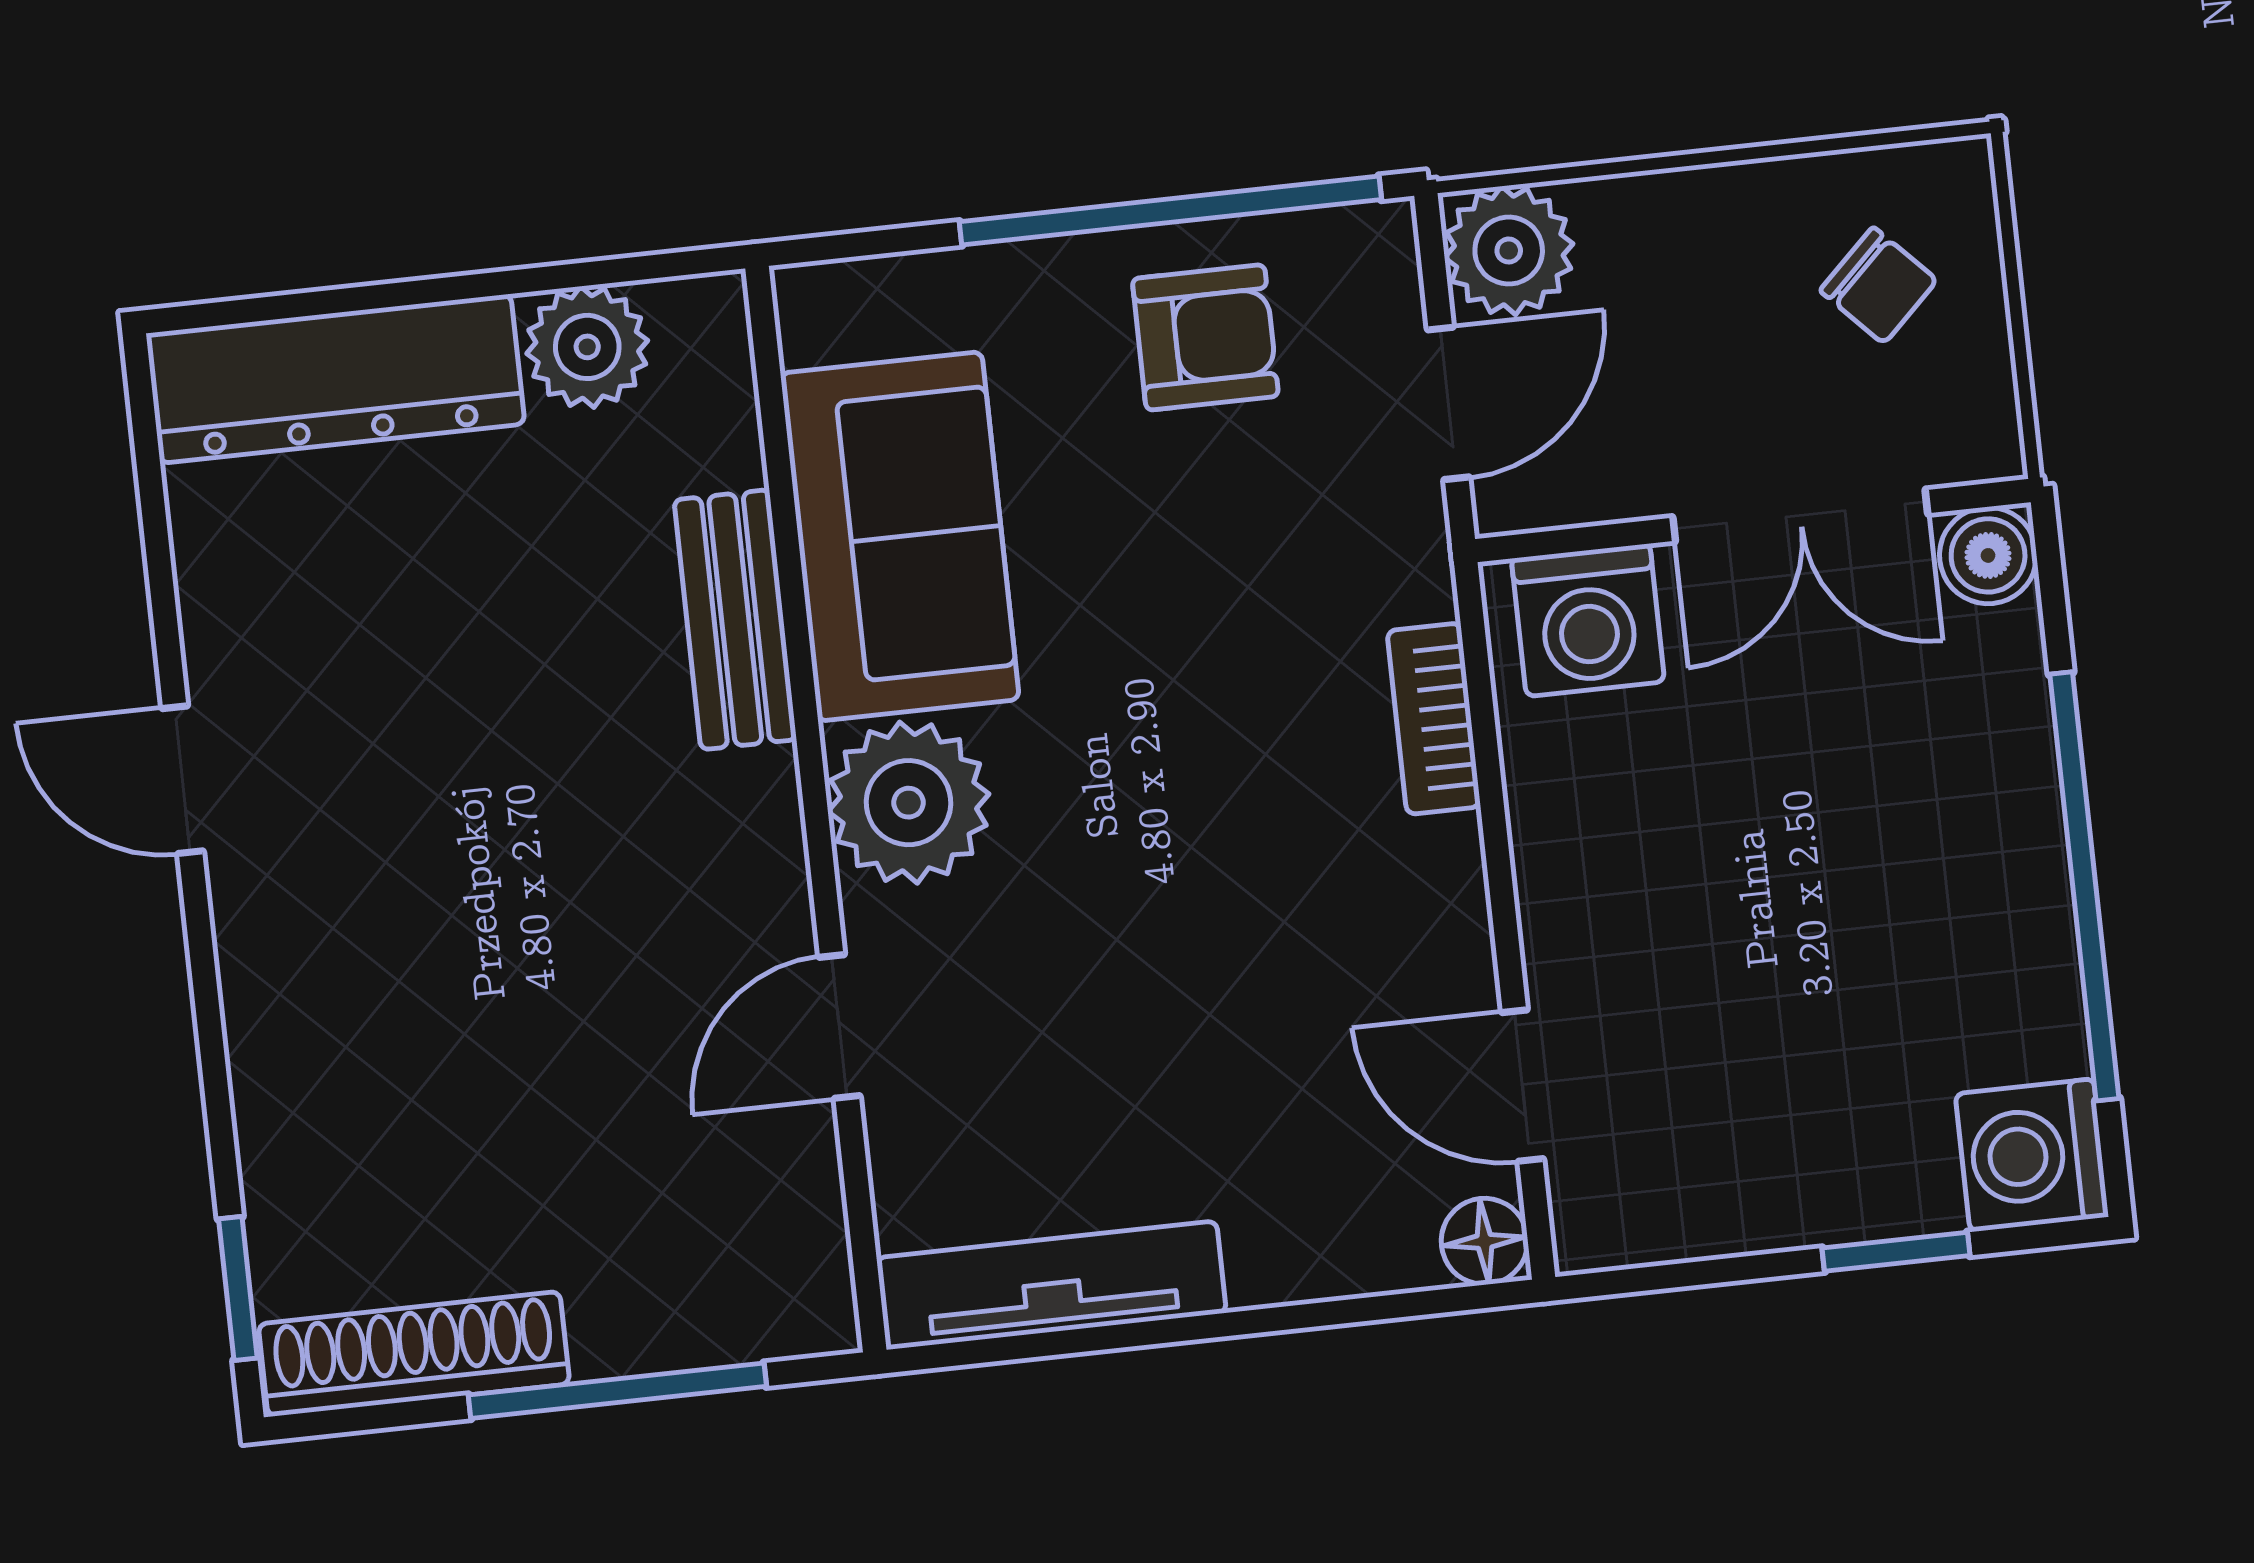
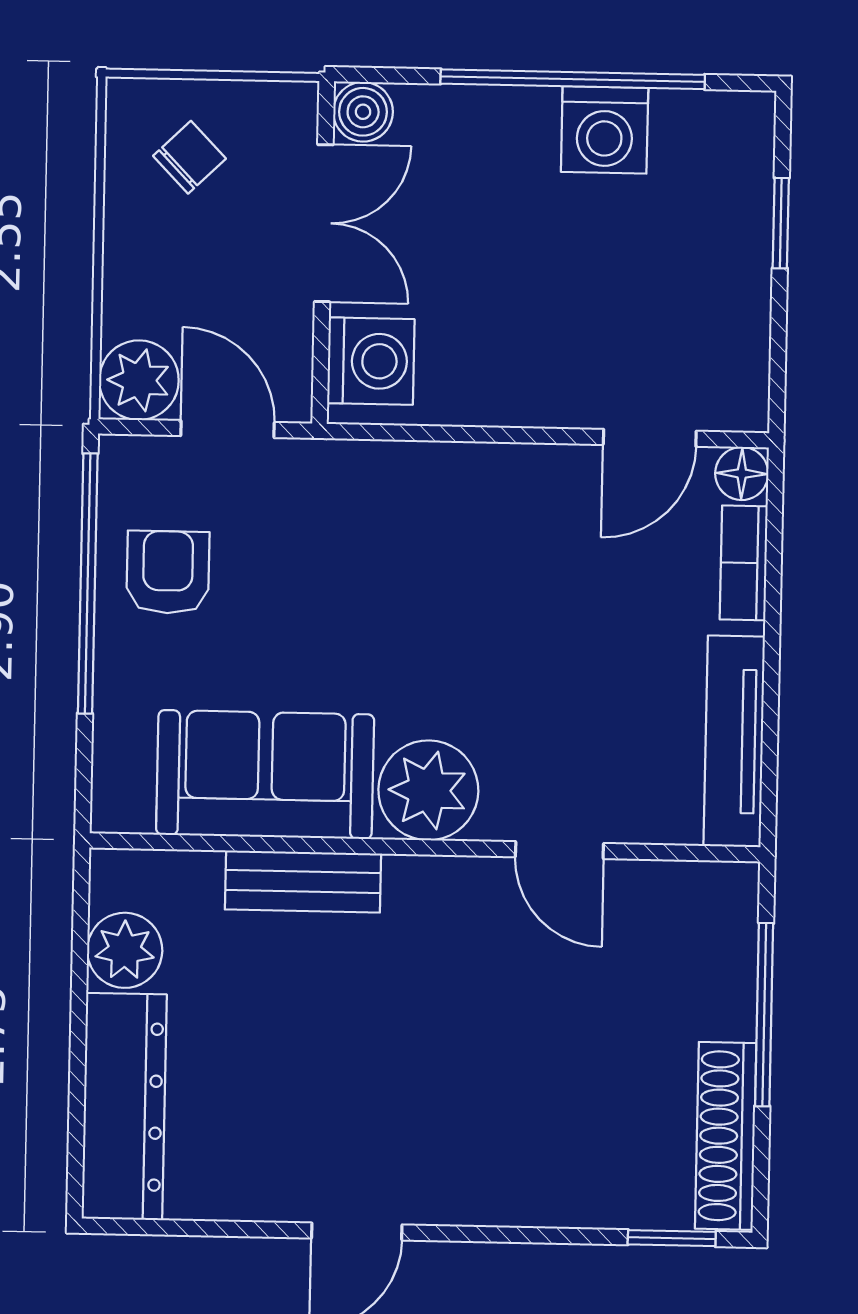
bookcase: (1434, 719) -> (744, 563), moved, turned 90
washing machine: (2032, 1155) -> (605, 130), moved

